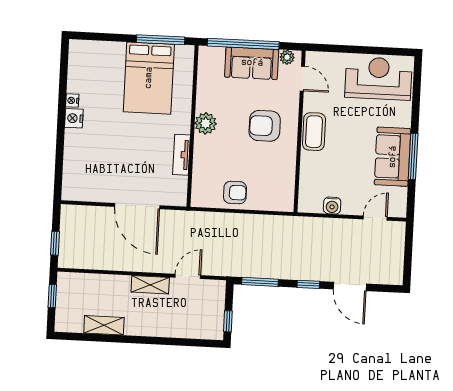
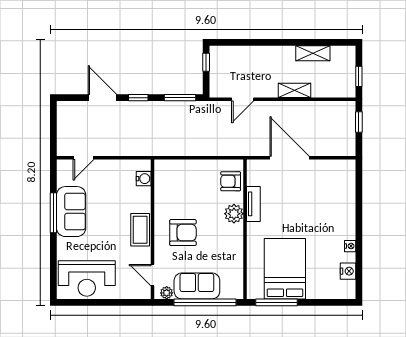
nightstand: (74, 118) -> (348, 271), moved
plant: (206, 123) -> (234, 214), moved
armchair: (235, 193) -> (231, 181), moved
water cooler: (332, 206) -> (144, 179), moved, turned 90
shelving: (150, 285) -> (295, 90), moved

